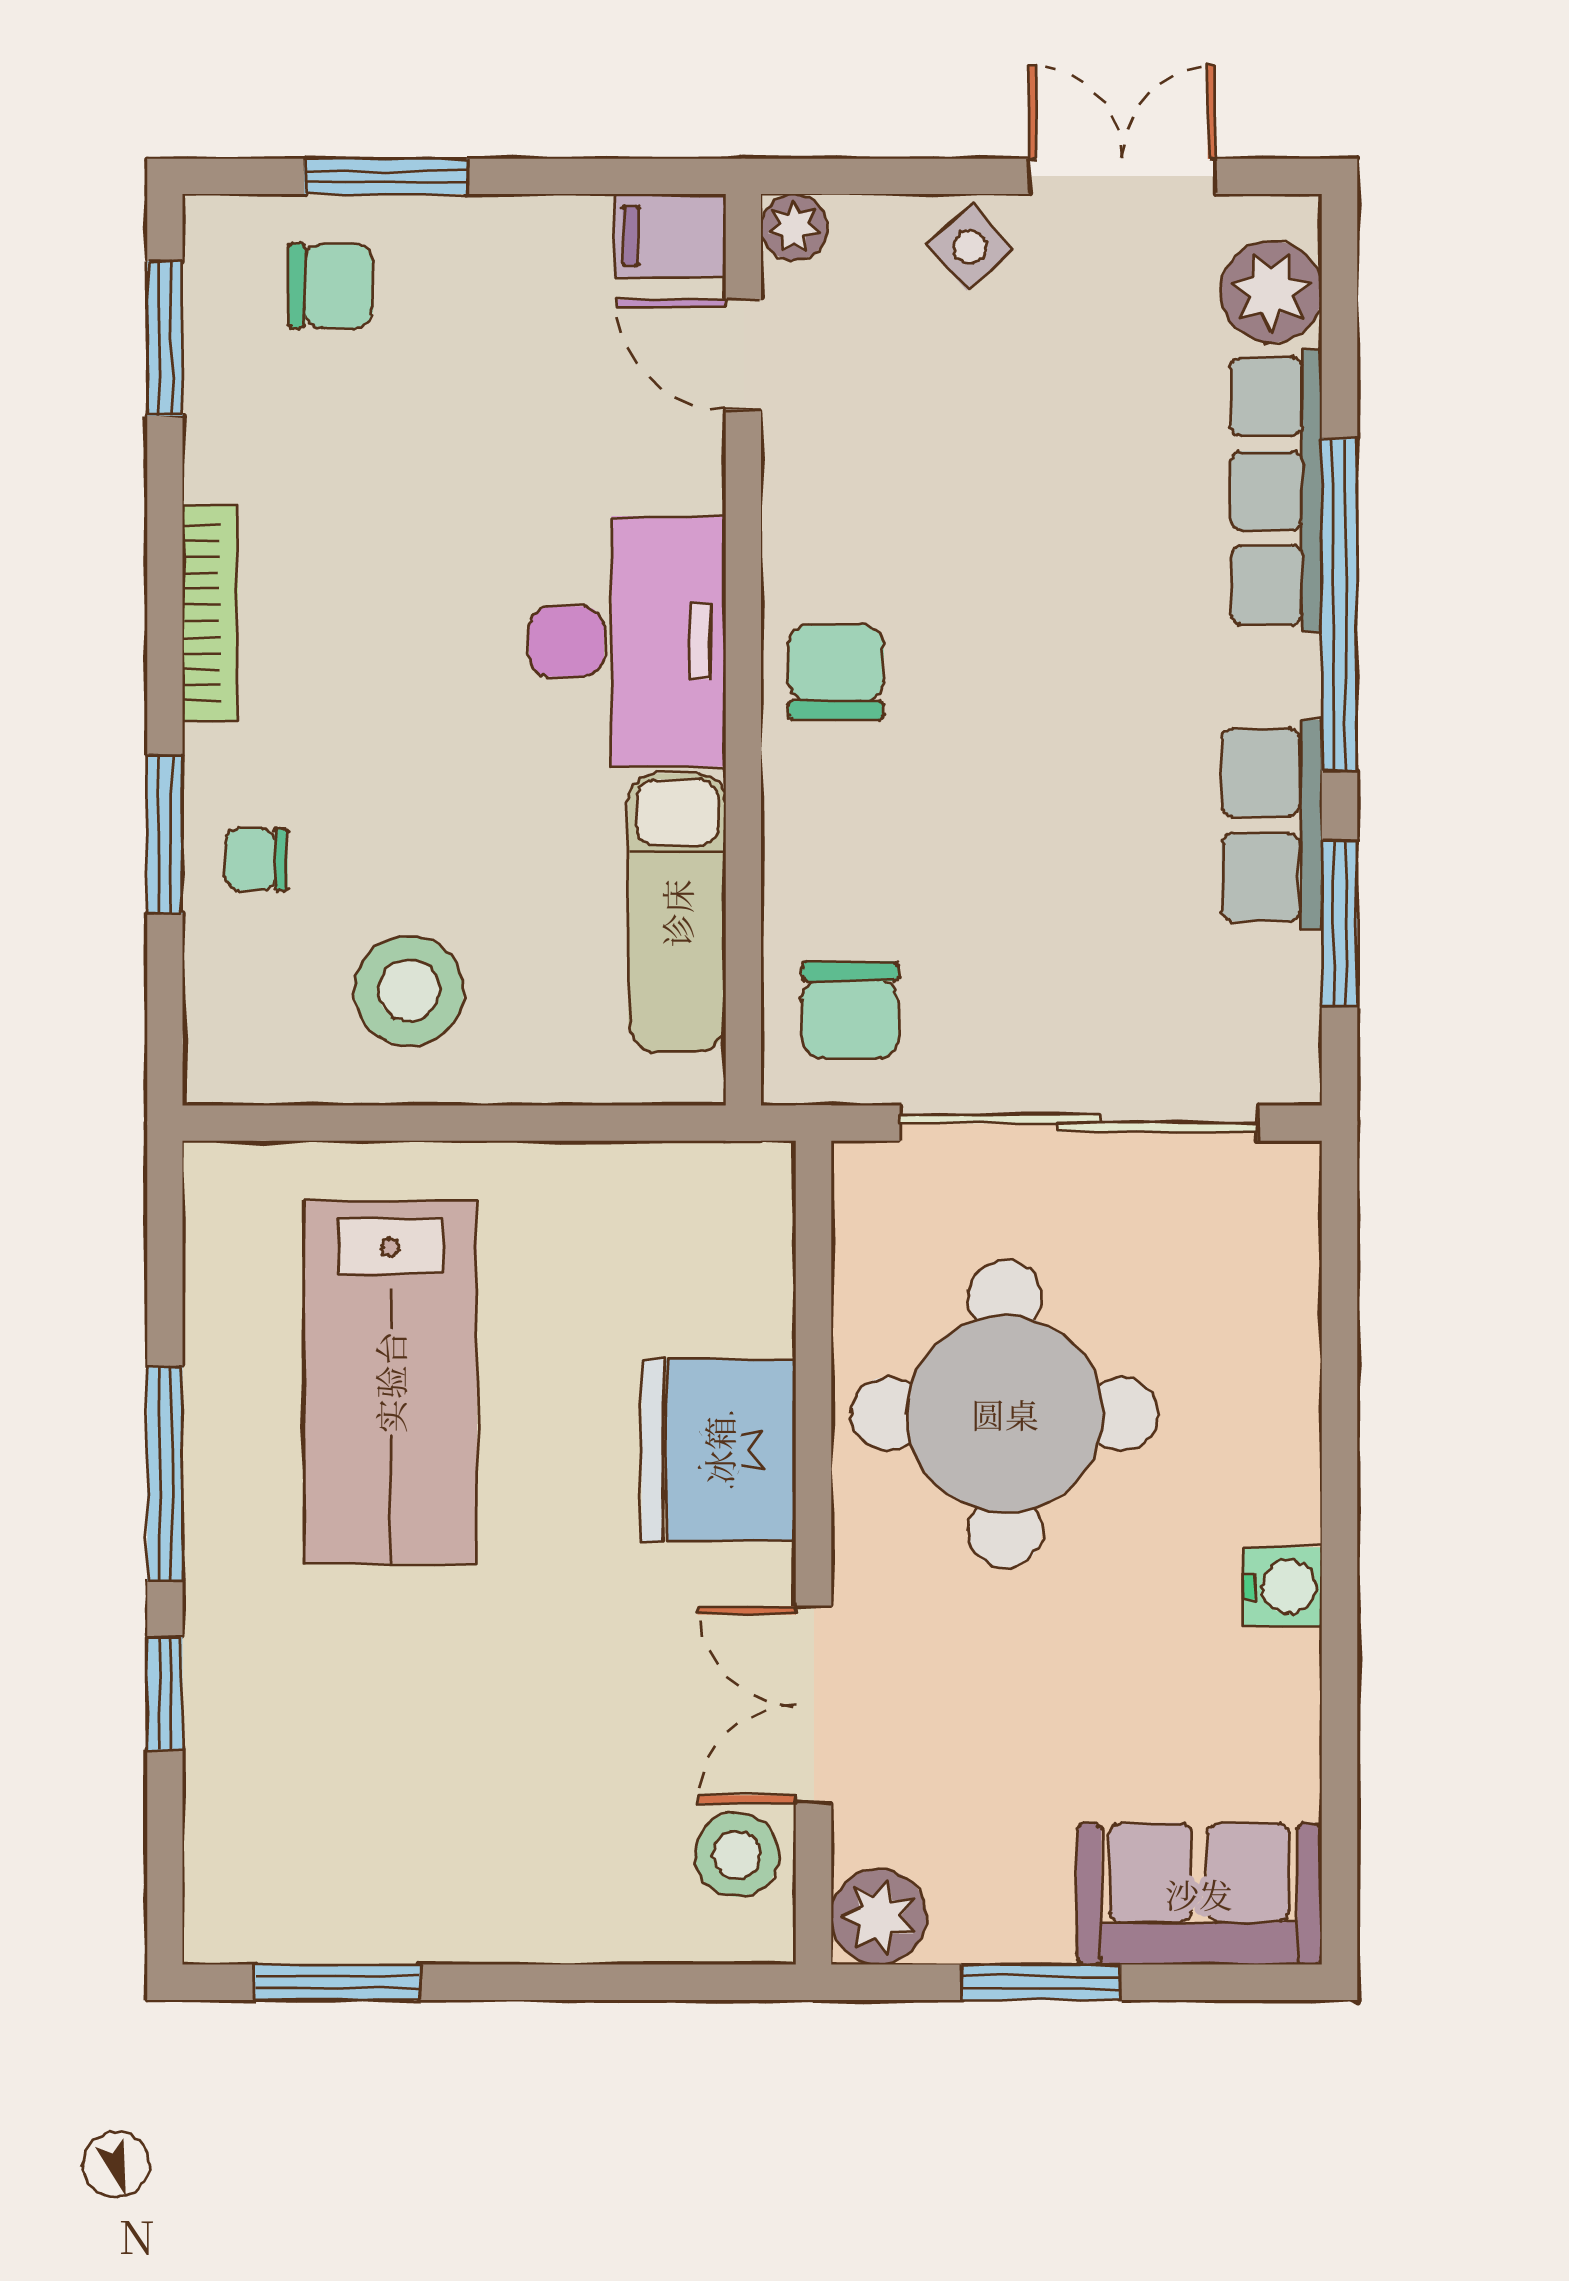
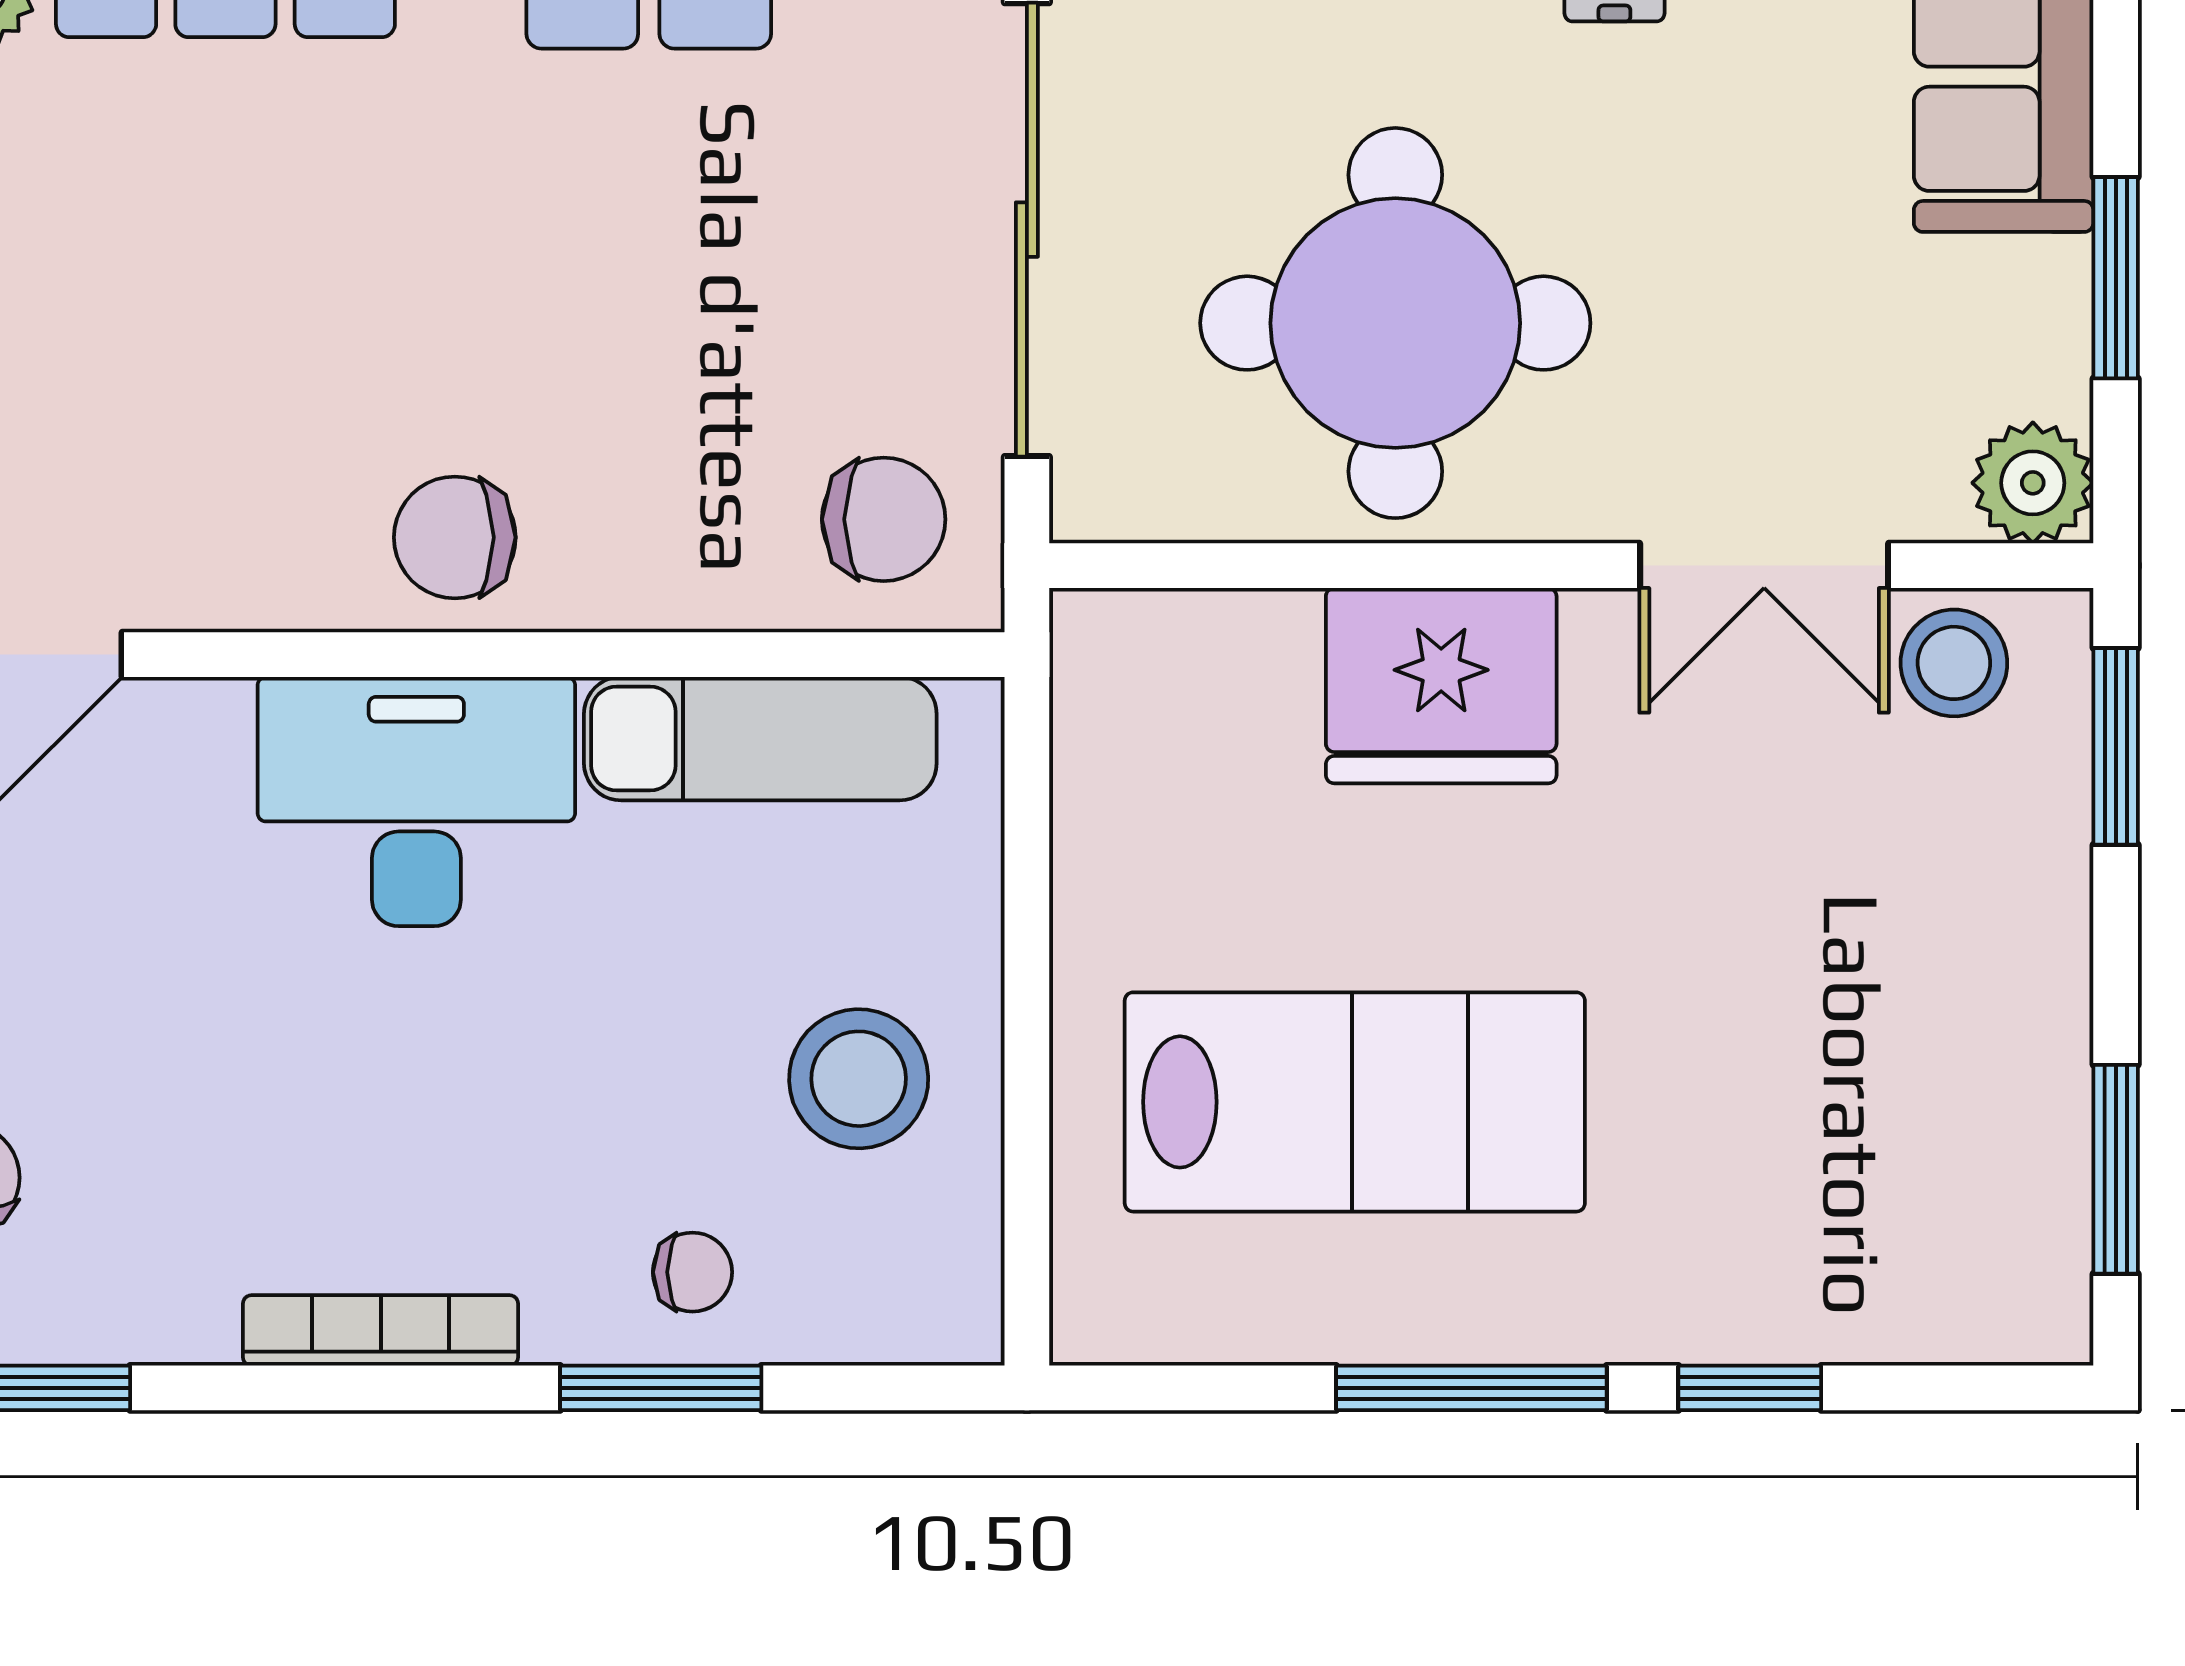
chair: (256, 859) -> (692, 1272), turned -90
window: (671, 1982) -> (2116, 746), added

